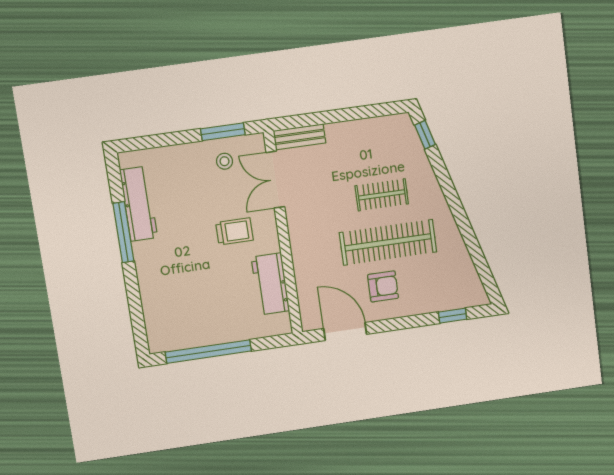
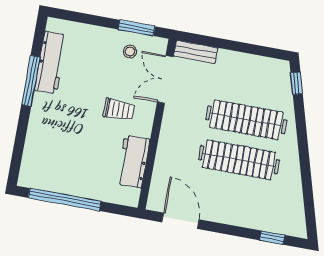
clothes rail: (382, 195) -> (246, 120), width x1.86, depth x1.31
armchair: (383, 286) -> (223, 194), removed

